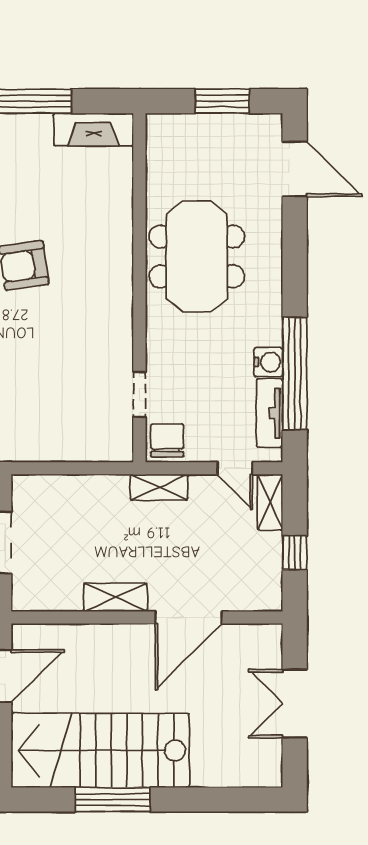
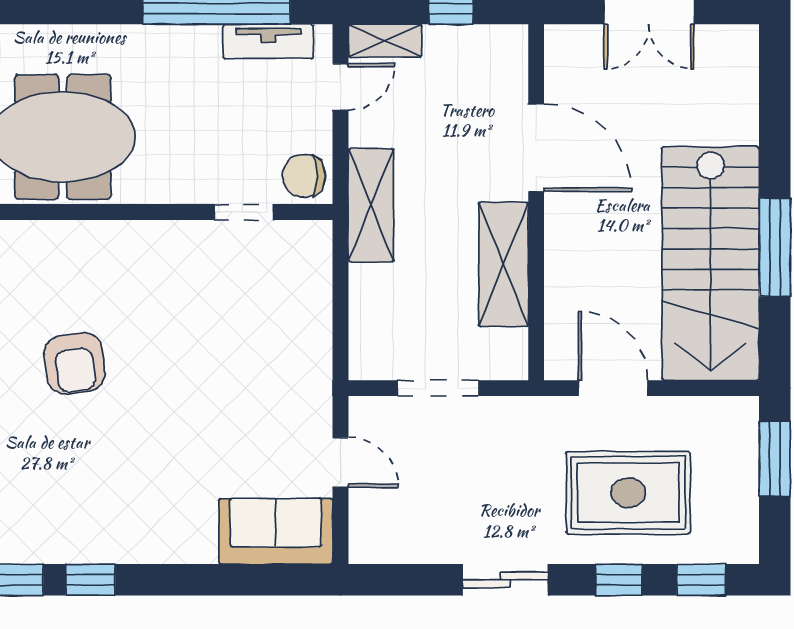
water cooler: (268, 362) -> (201, 43), removed
shelving: (159, 487) -> (371, 205), width x1.50, depth x1.33
shelving: (115, 597) -> (503, 264), width x1.50, depth x1.33

